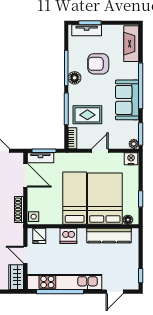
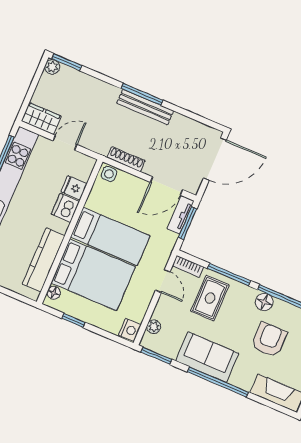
plant: (134, 144) -> (154, 327), moved
door: (100, 151) -> (163, 281), moved
fridge: (39, 236) -> (74, 188), moved

